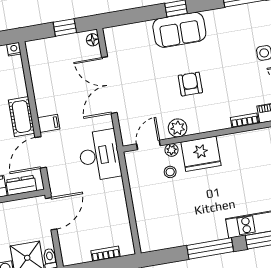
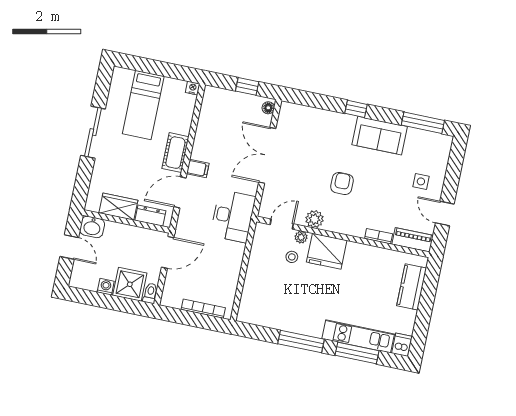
sofa: (179, 30) -> (380, 136), moved
bookcase: (106, 254) -> (203, 309), width x1.56

